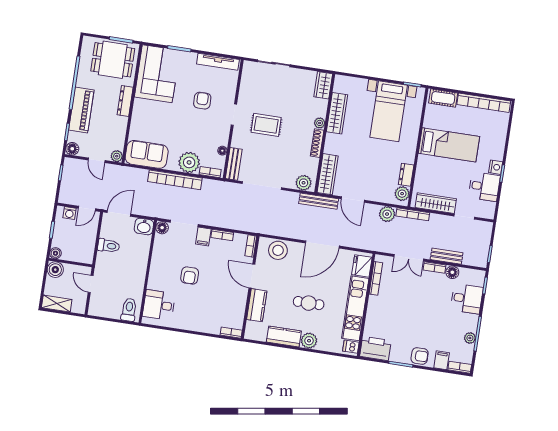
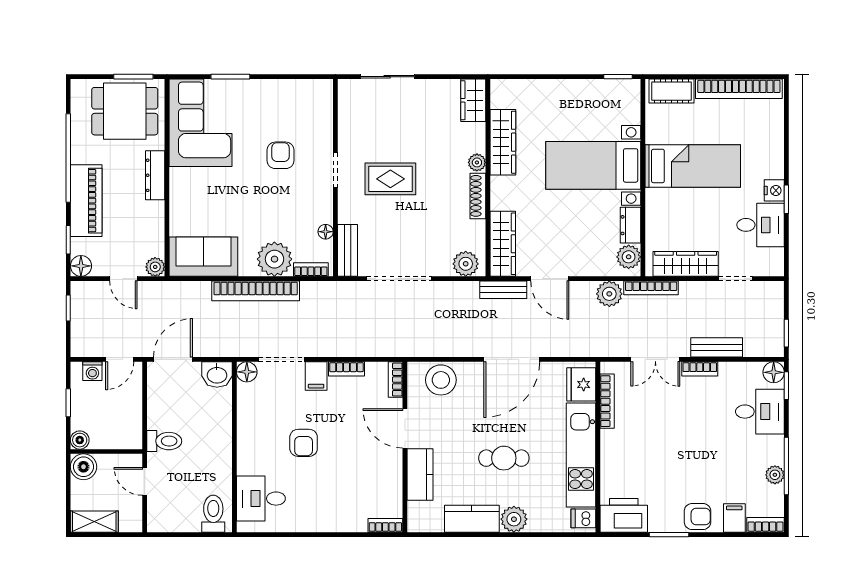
tv unit: (218, 62) -> (296, 88), removed
bed with nightstands: (389, 111) -> (593, 165), moved, turned 90
bench: (319, 201) -> (503, 290), width x0.73
toilet: (109, 246) -> (164, 441), moved
floor lamp: (452, 272) -> (774, 372), moved

